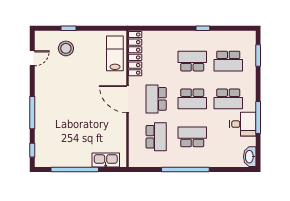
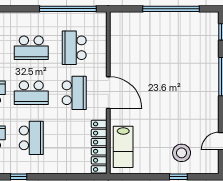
school desk: (192, 61) -> (31, 138), turned -90
school desk: (192, 99) -> (31, 93), turned 180
kitchen sink: (106, 160) -> (134, 20), removed
window: (185, 170) -> (68, 9), moved

